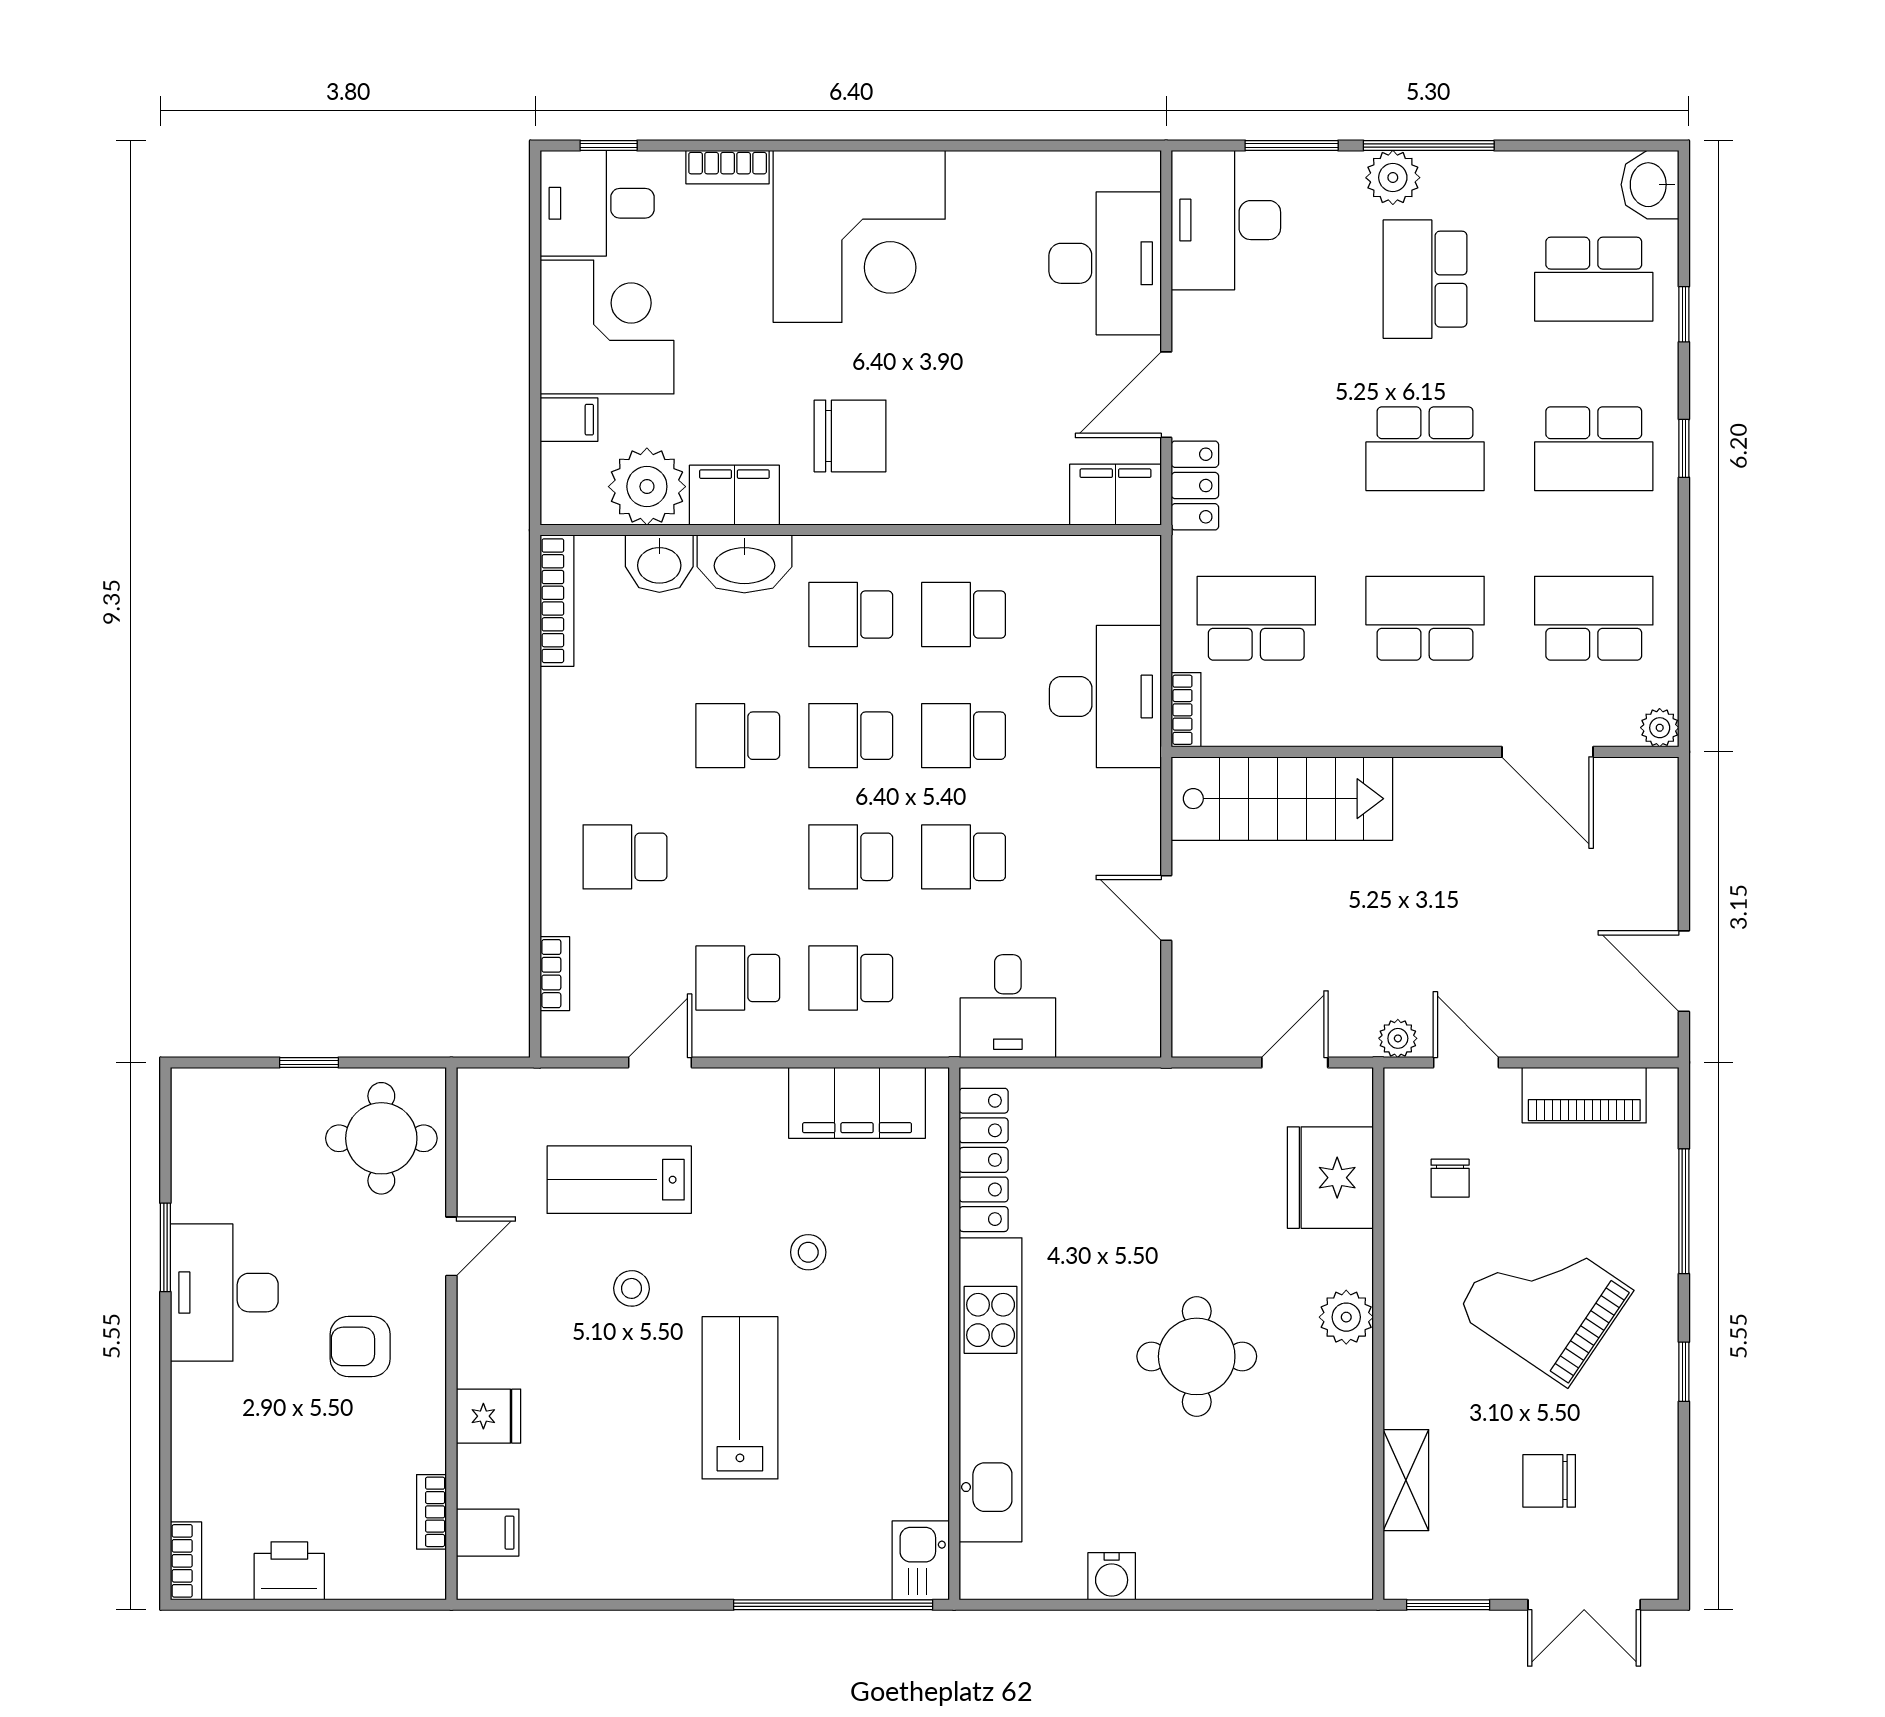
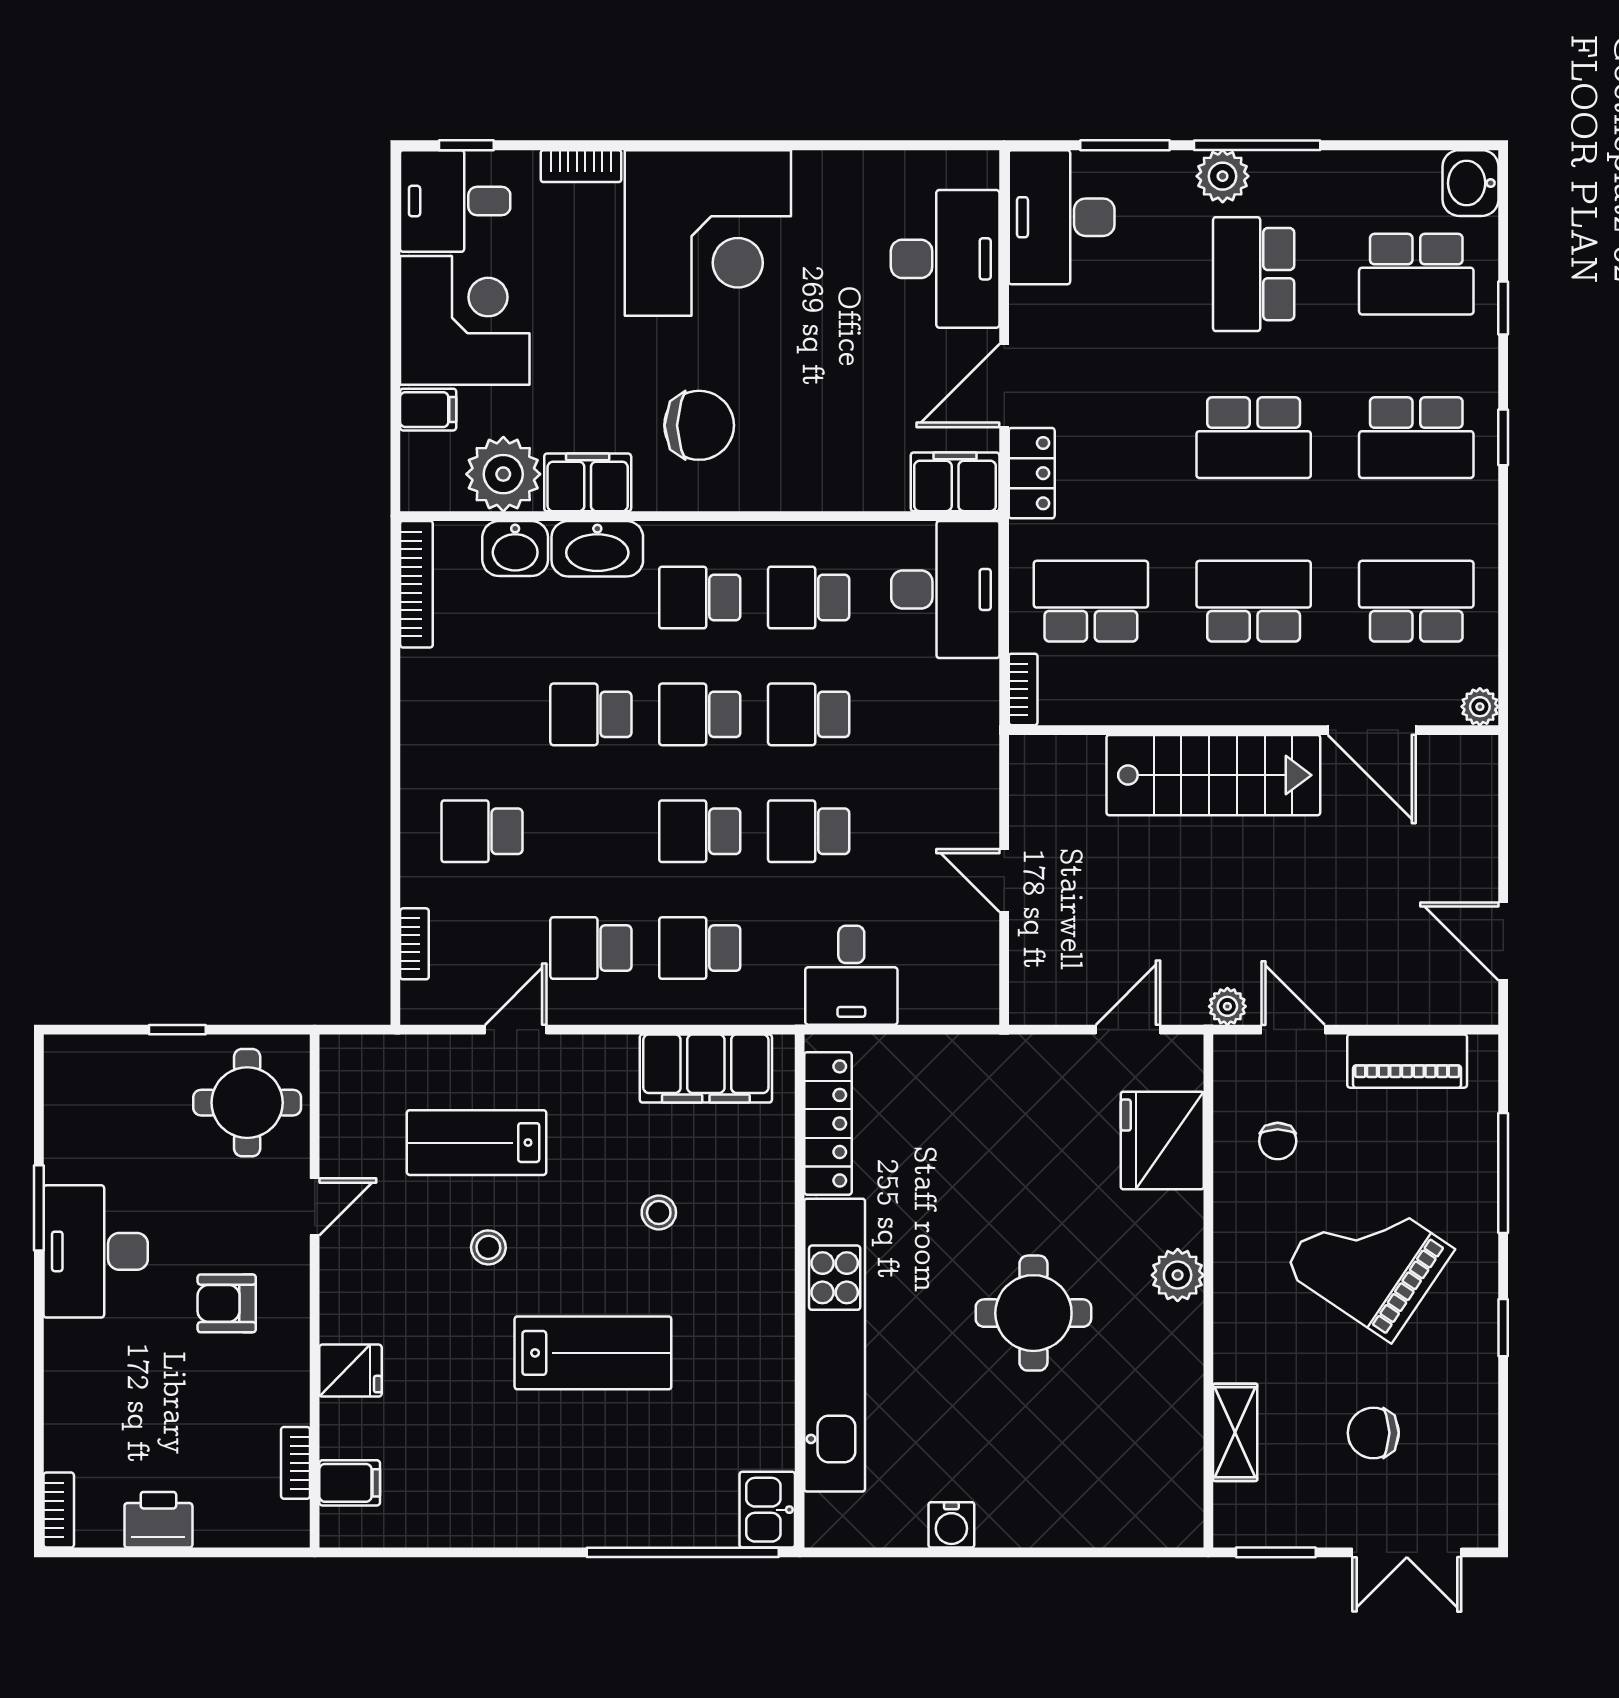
desk: (1105, 696) -> (945, 589), moved
stairs: (1282, 799) -> (1213, 775), moved
lab bench: (740, 1398) -> (593, 1353), turned 90

